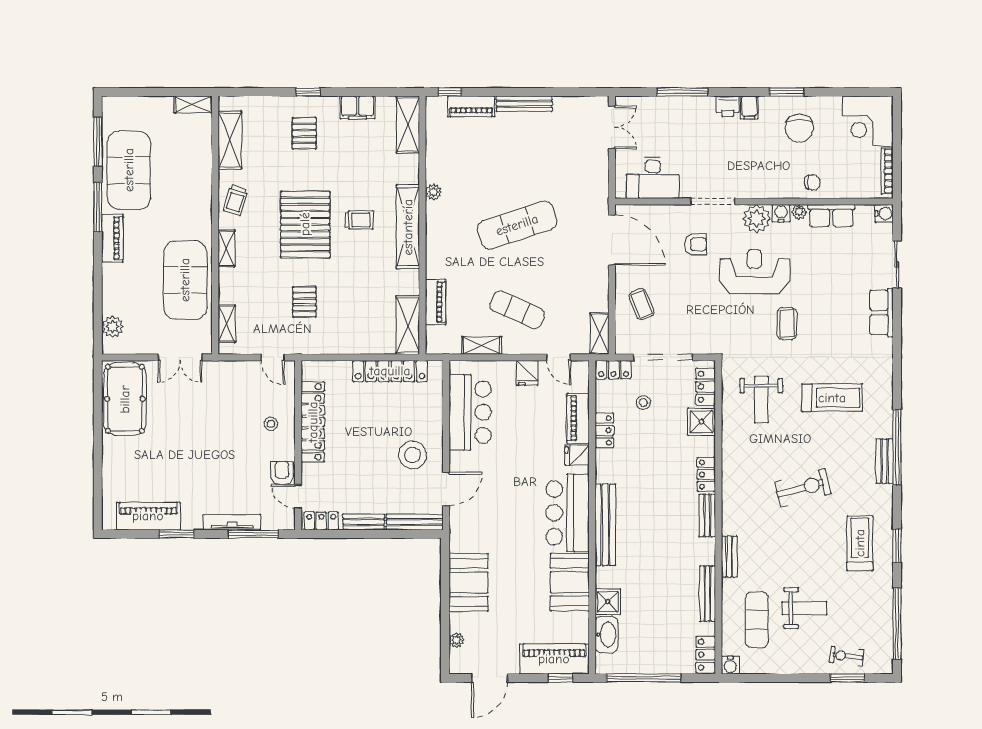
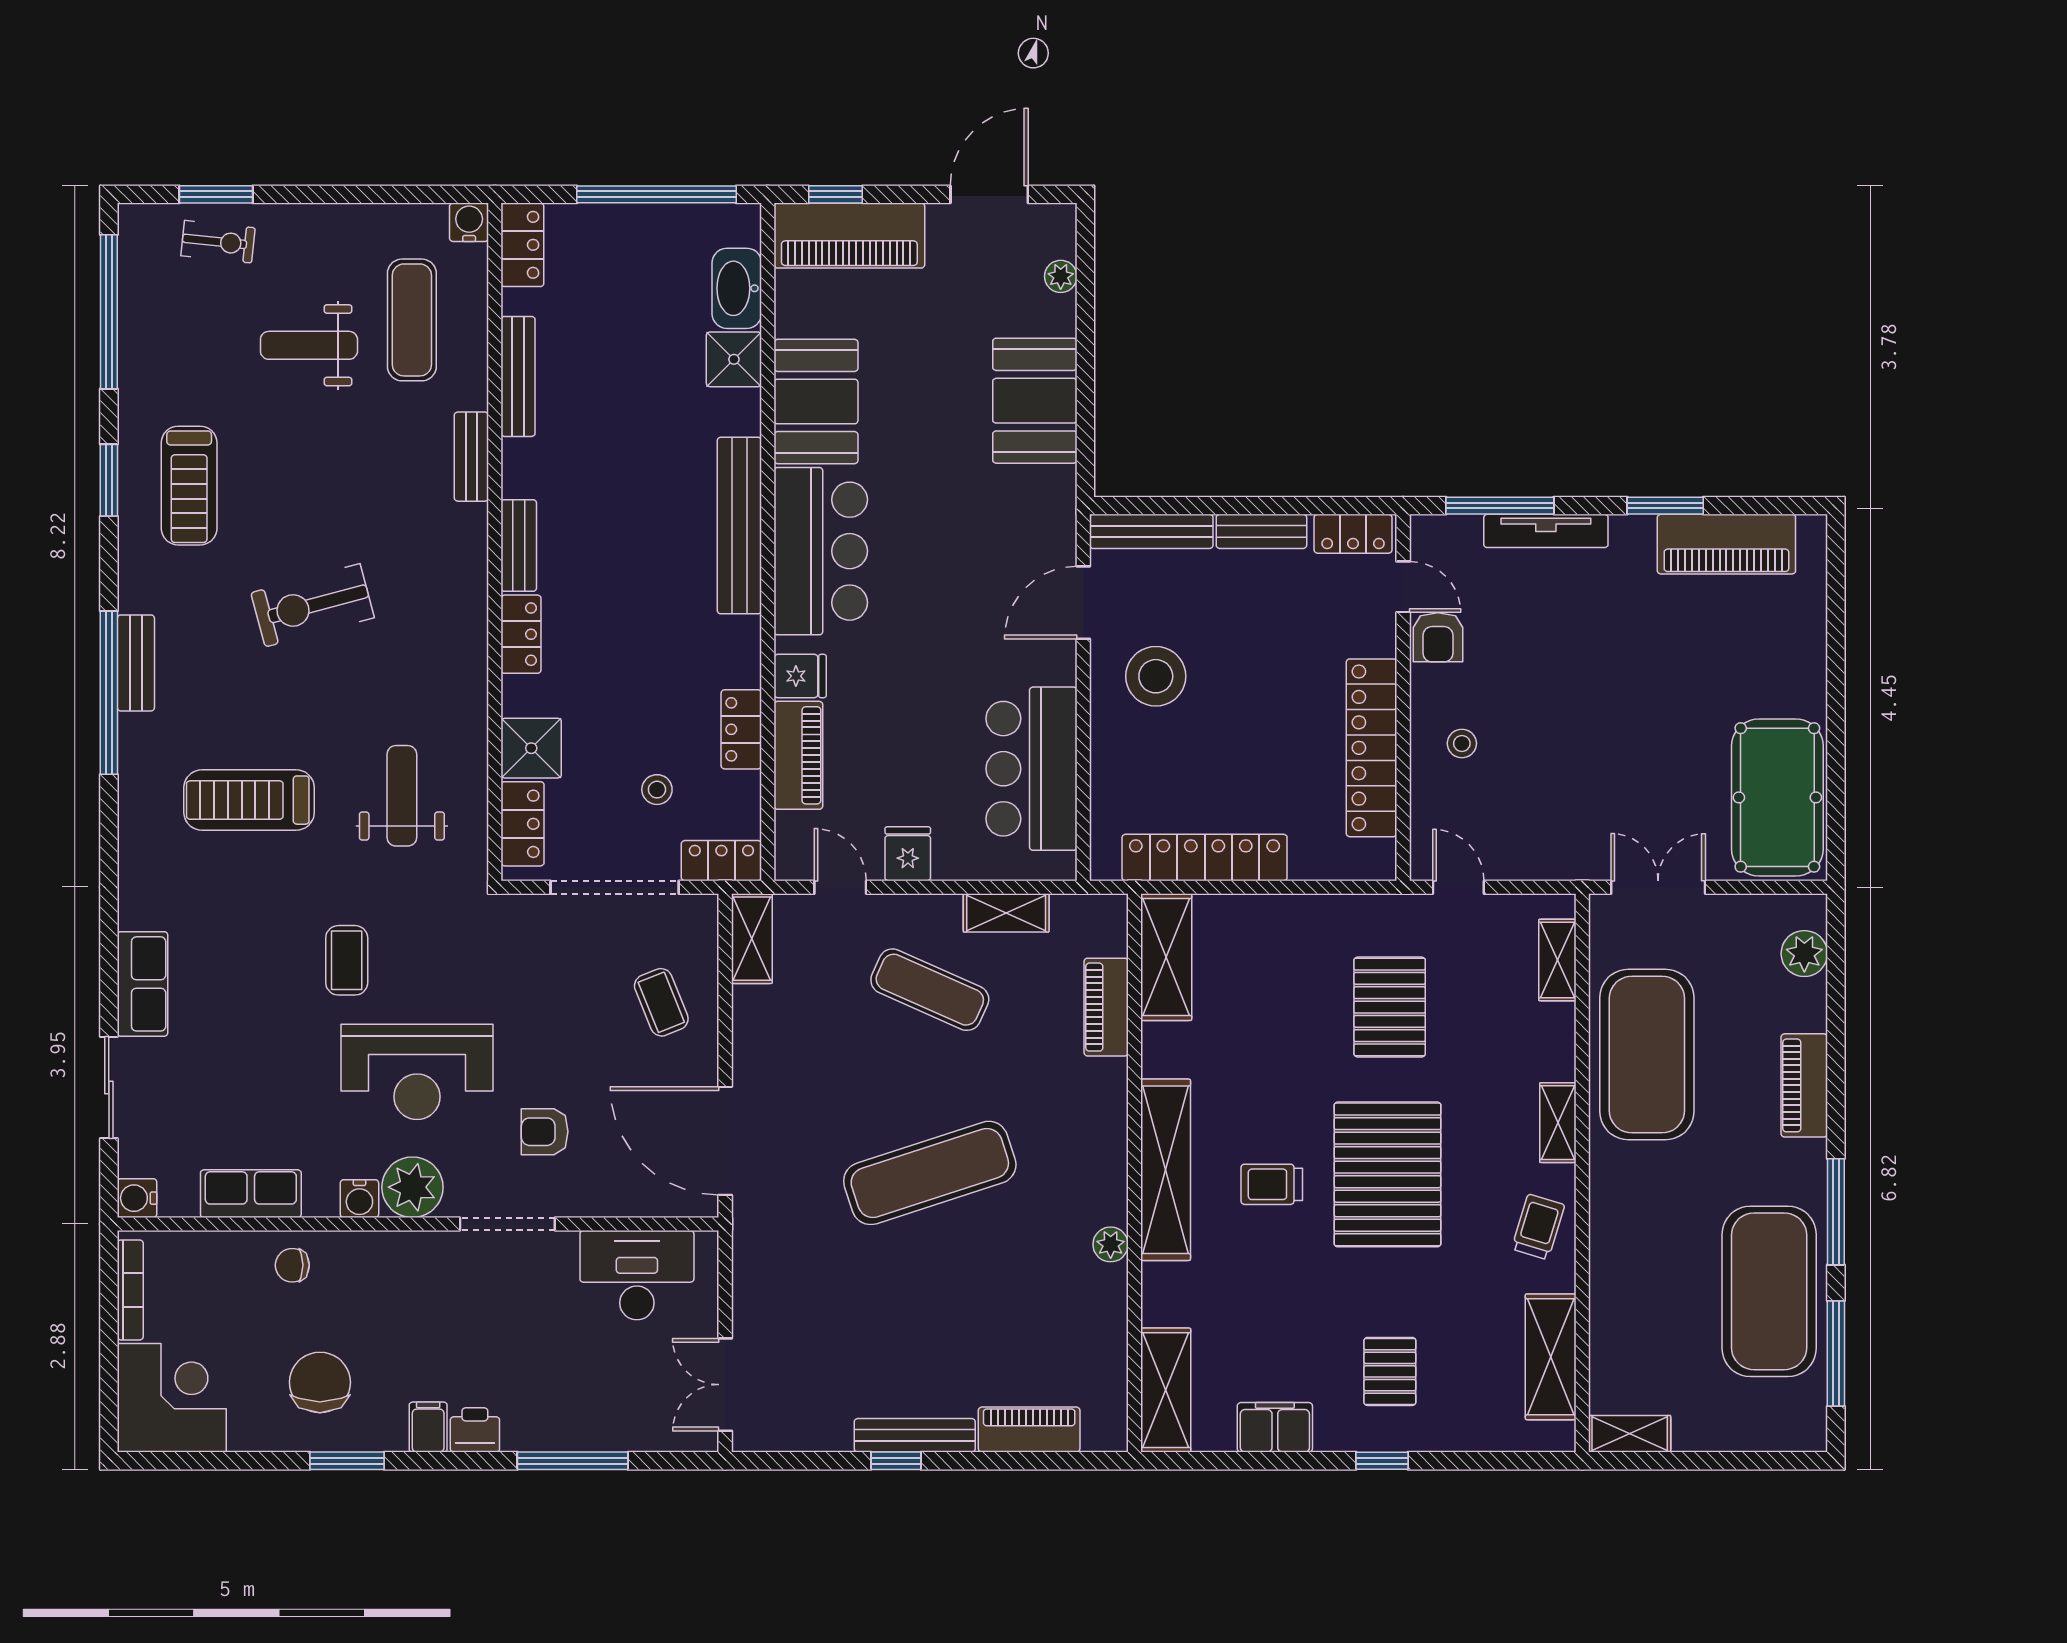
window: (450, 92) -> (896, 1461), moved
plant: (799, 212) -> (321, 1201), removed
piano: (112, 238) -> (1804, 1085), moved
pallet: (304, 302) -> (1390, 1007), width x1.50, depth x1.42

